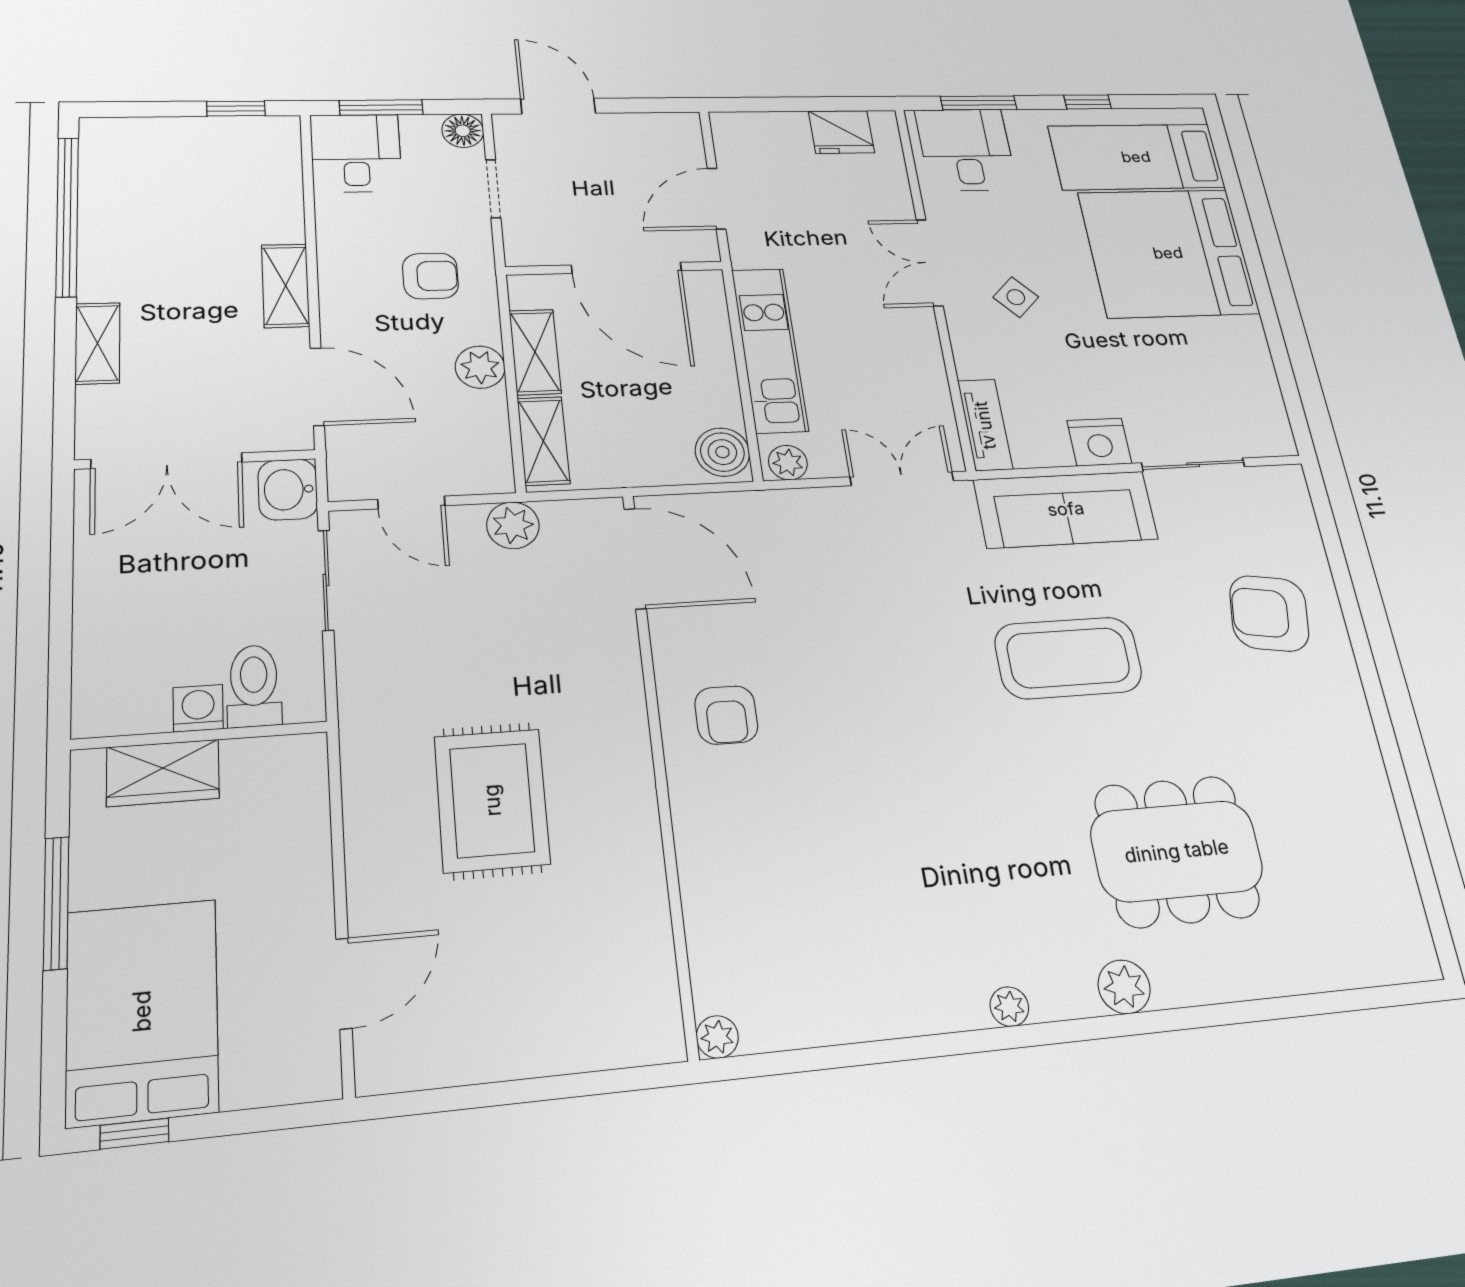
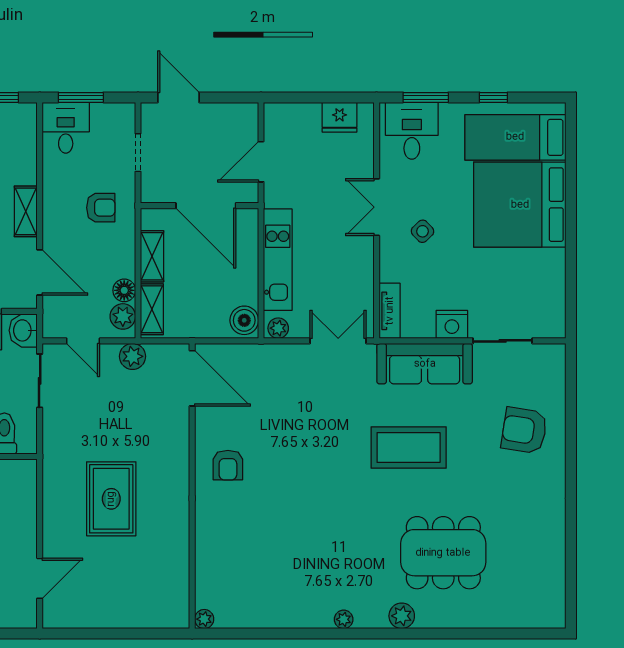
floor lamp: (463, 131) -> (124, 290), moved
plant: (480, 367) -> (123, 316), moved

